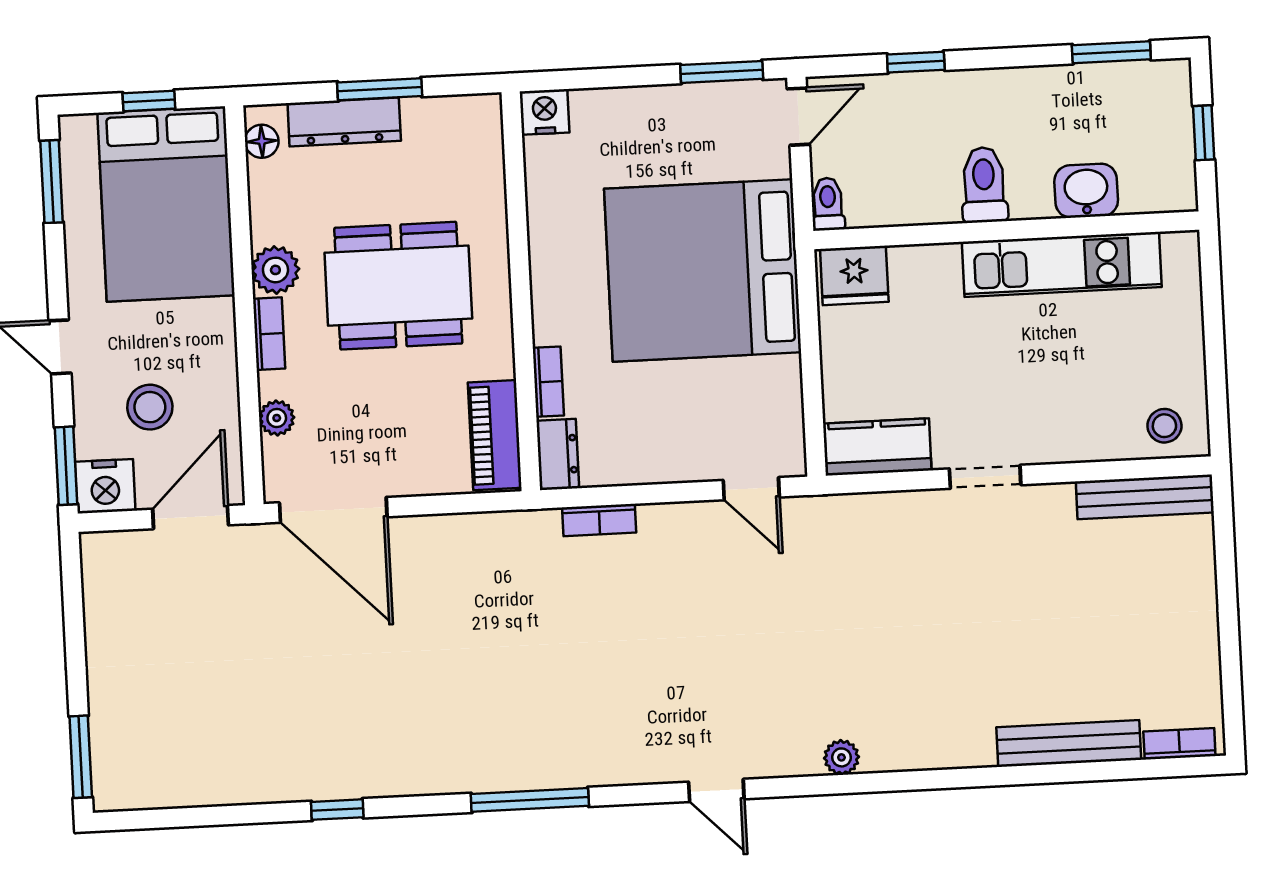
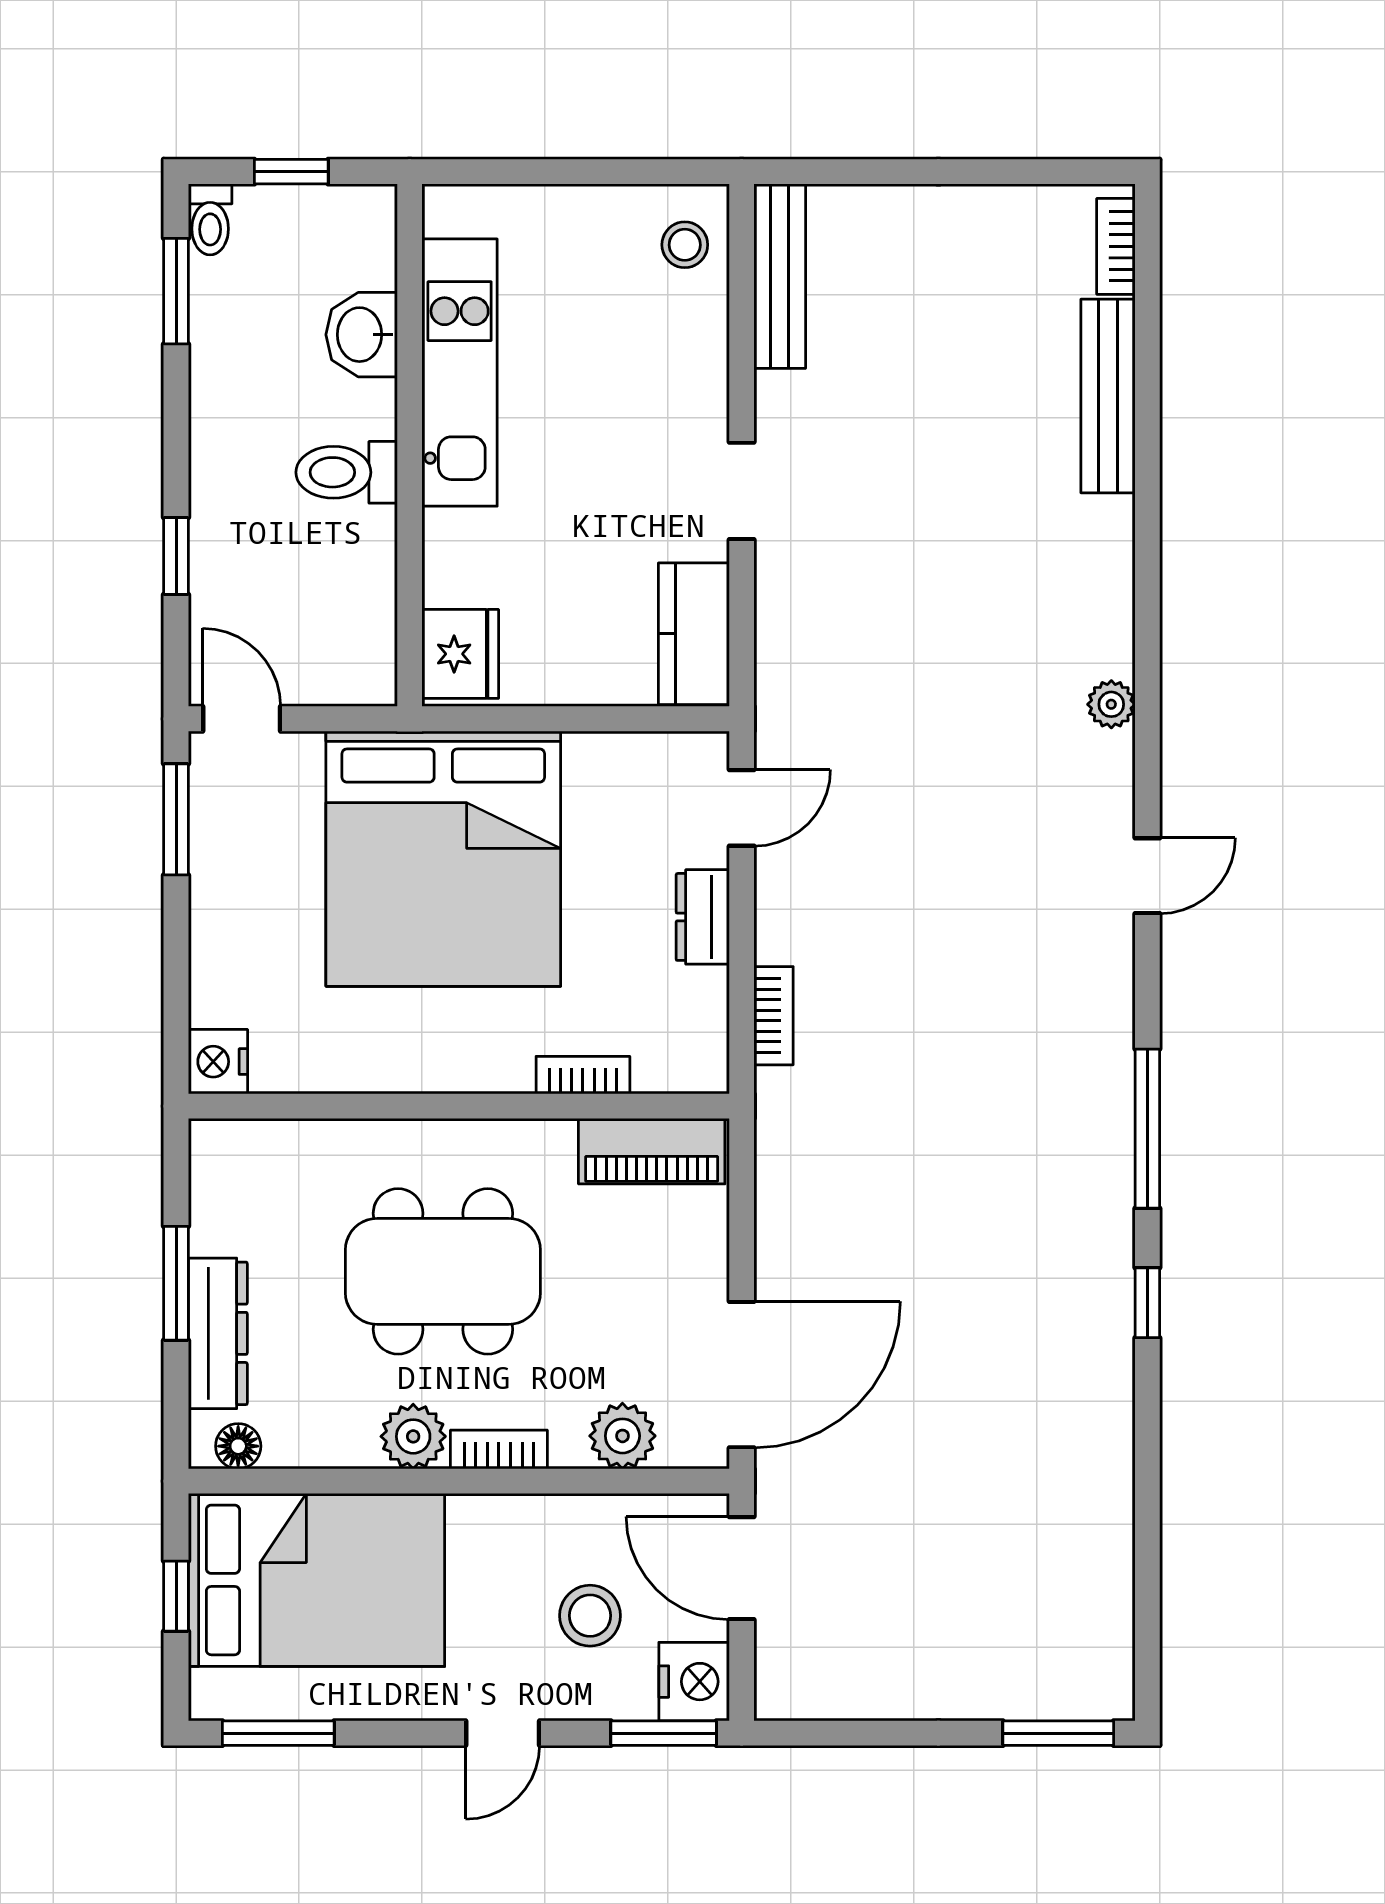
toilet: (828, 204) -> (210, 219), moved, turned -90
dining table: (398, 286) -> (443, 1271), turned 90
plant: (277, 418) -> (622, 1436), width x1.38, depth x1.38
dresser: (558, 454) -> (703, 917), moved, turned -90
window: (337, 810) -> (1147, 1303), moved

